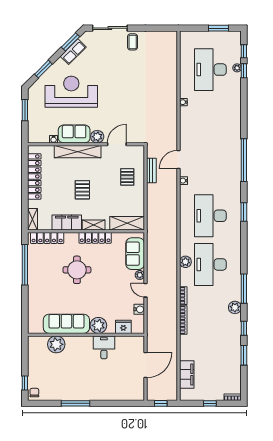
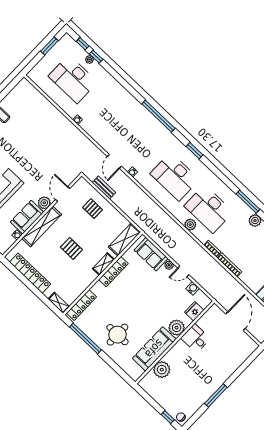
filing cabinet: (67, 222) -> (84, 281), removed
round table: (77, 270) -> (117, 335), moved

